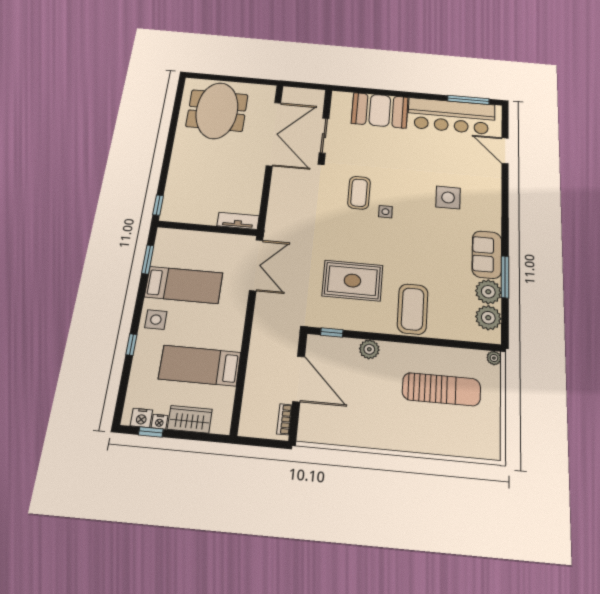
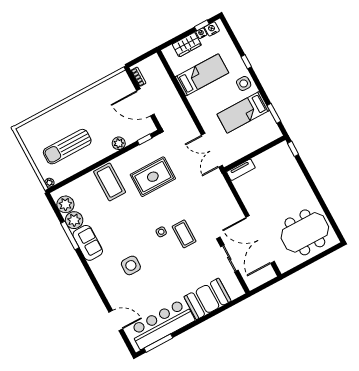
meeting table: (217, 111) -> (305, 232), turned 90

